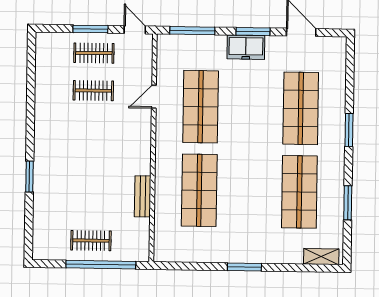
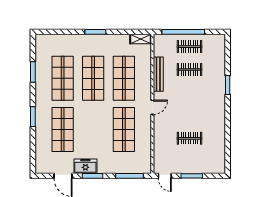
freezer: (246, 47) -> (85, 166), moved
clothes rail: (94, 53) -> (189, 69), moved
door: (154, 97) -> (152, 107), moved
shop shelf: (249, 191) -> (93, 78), added
bench: (143, 196) -> (158, 74), width x1.36
shelving: (321, 257) -> (141, 39), moved

